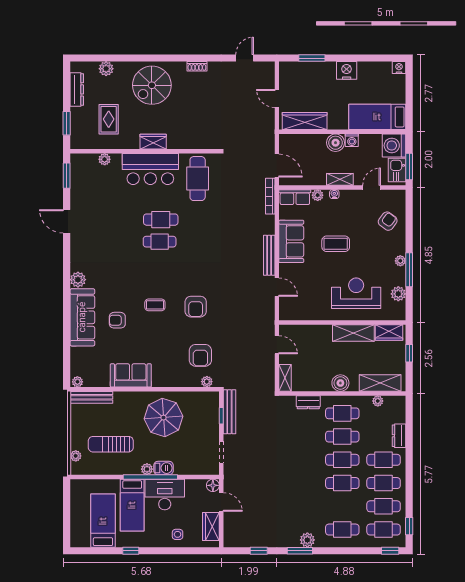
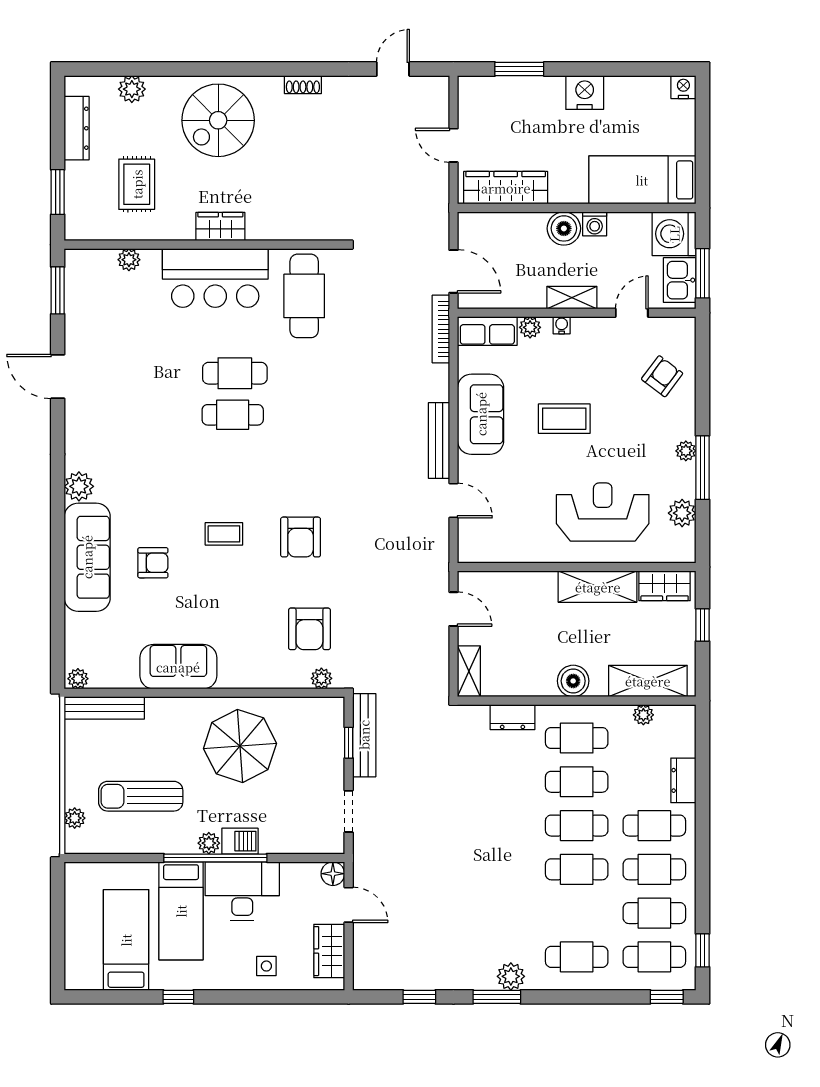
armchair: (117, 320) -> (153, 563), turned 180

